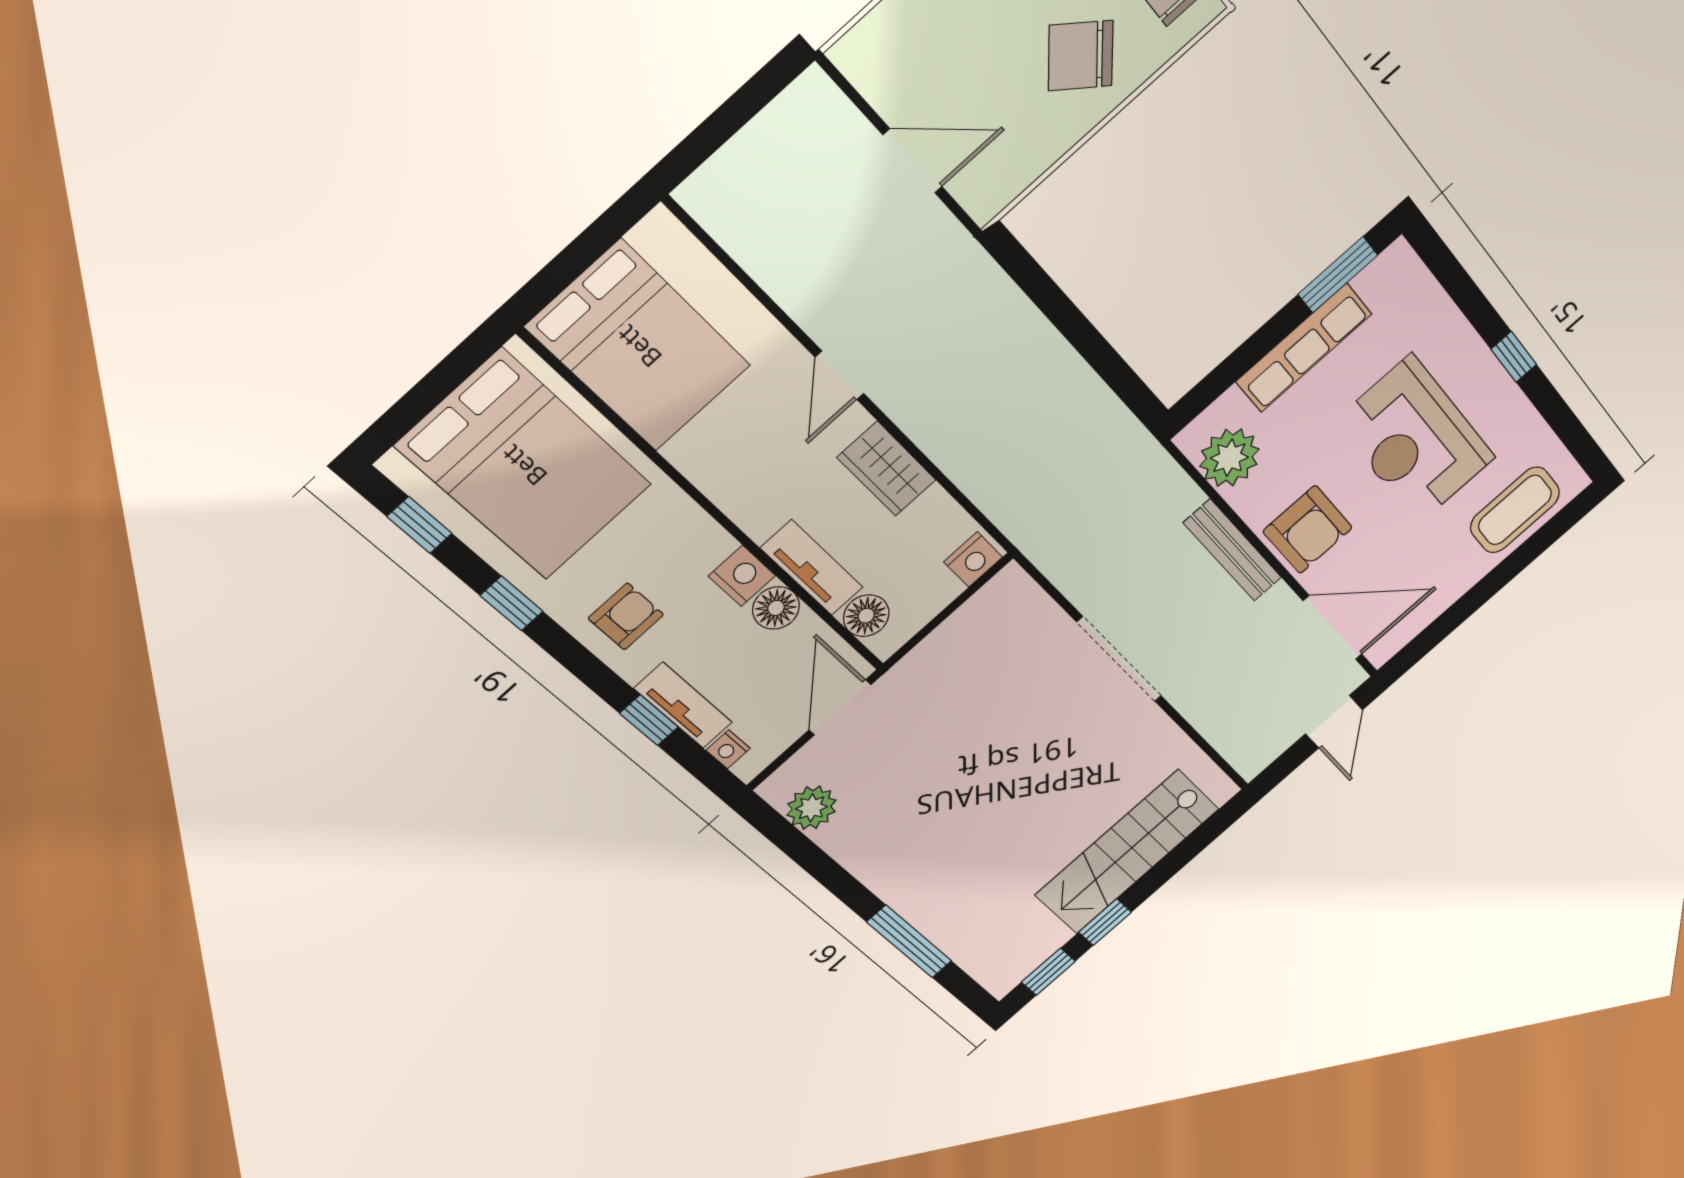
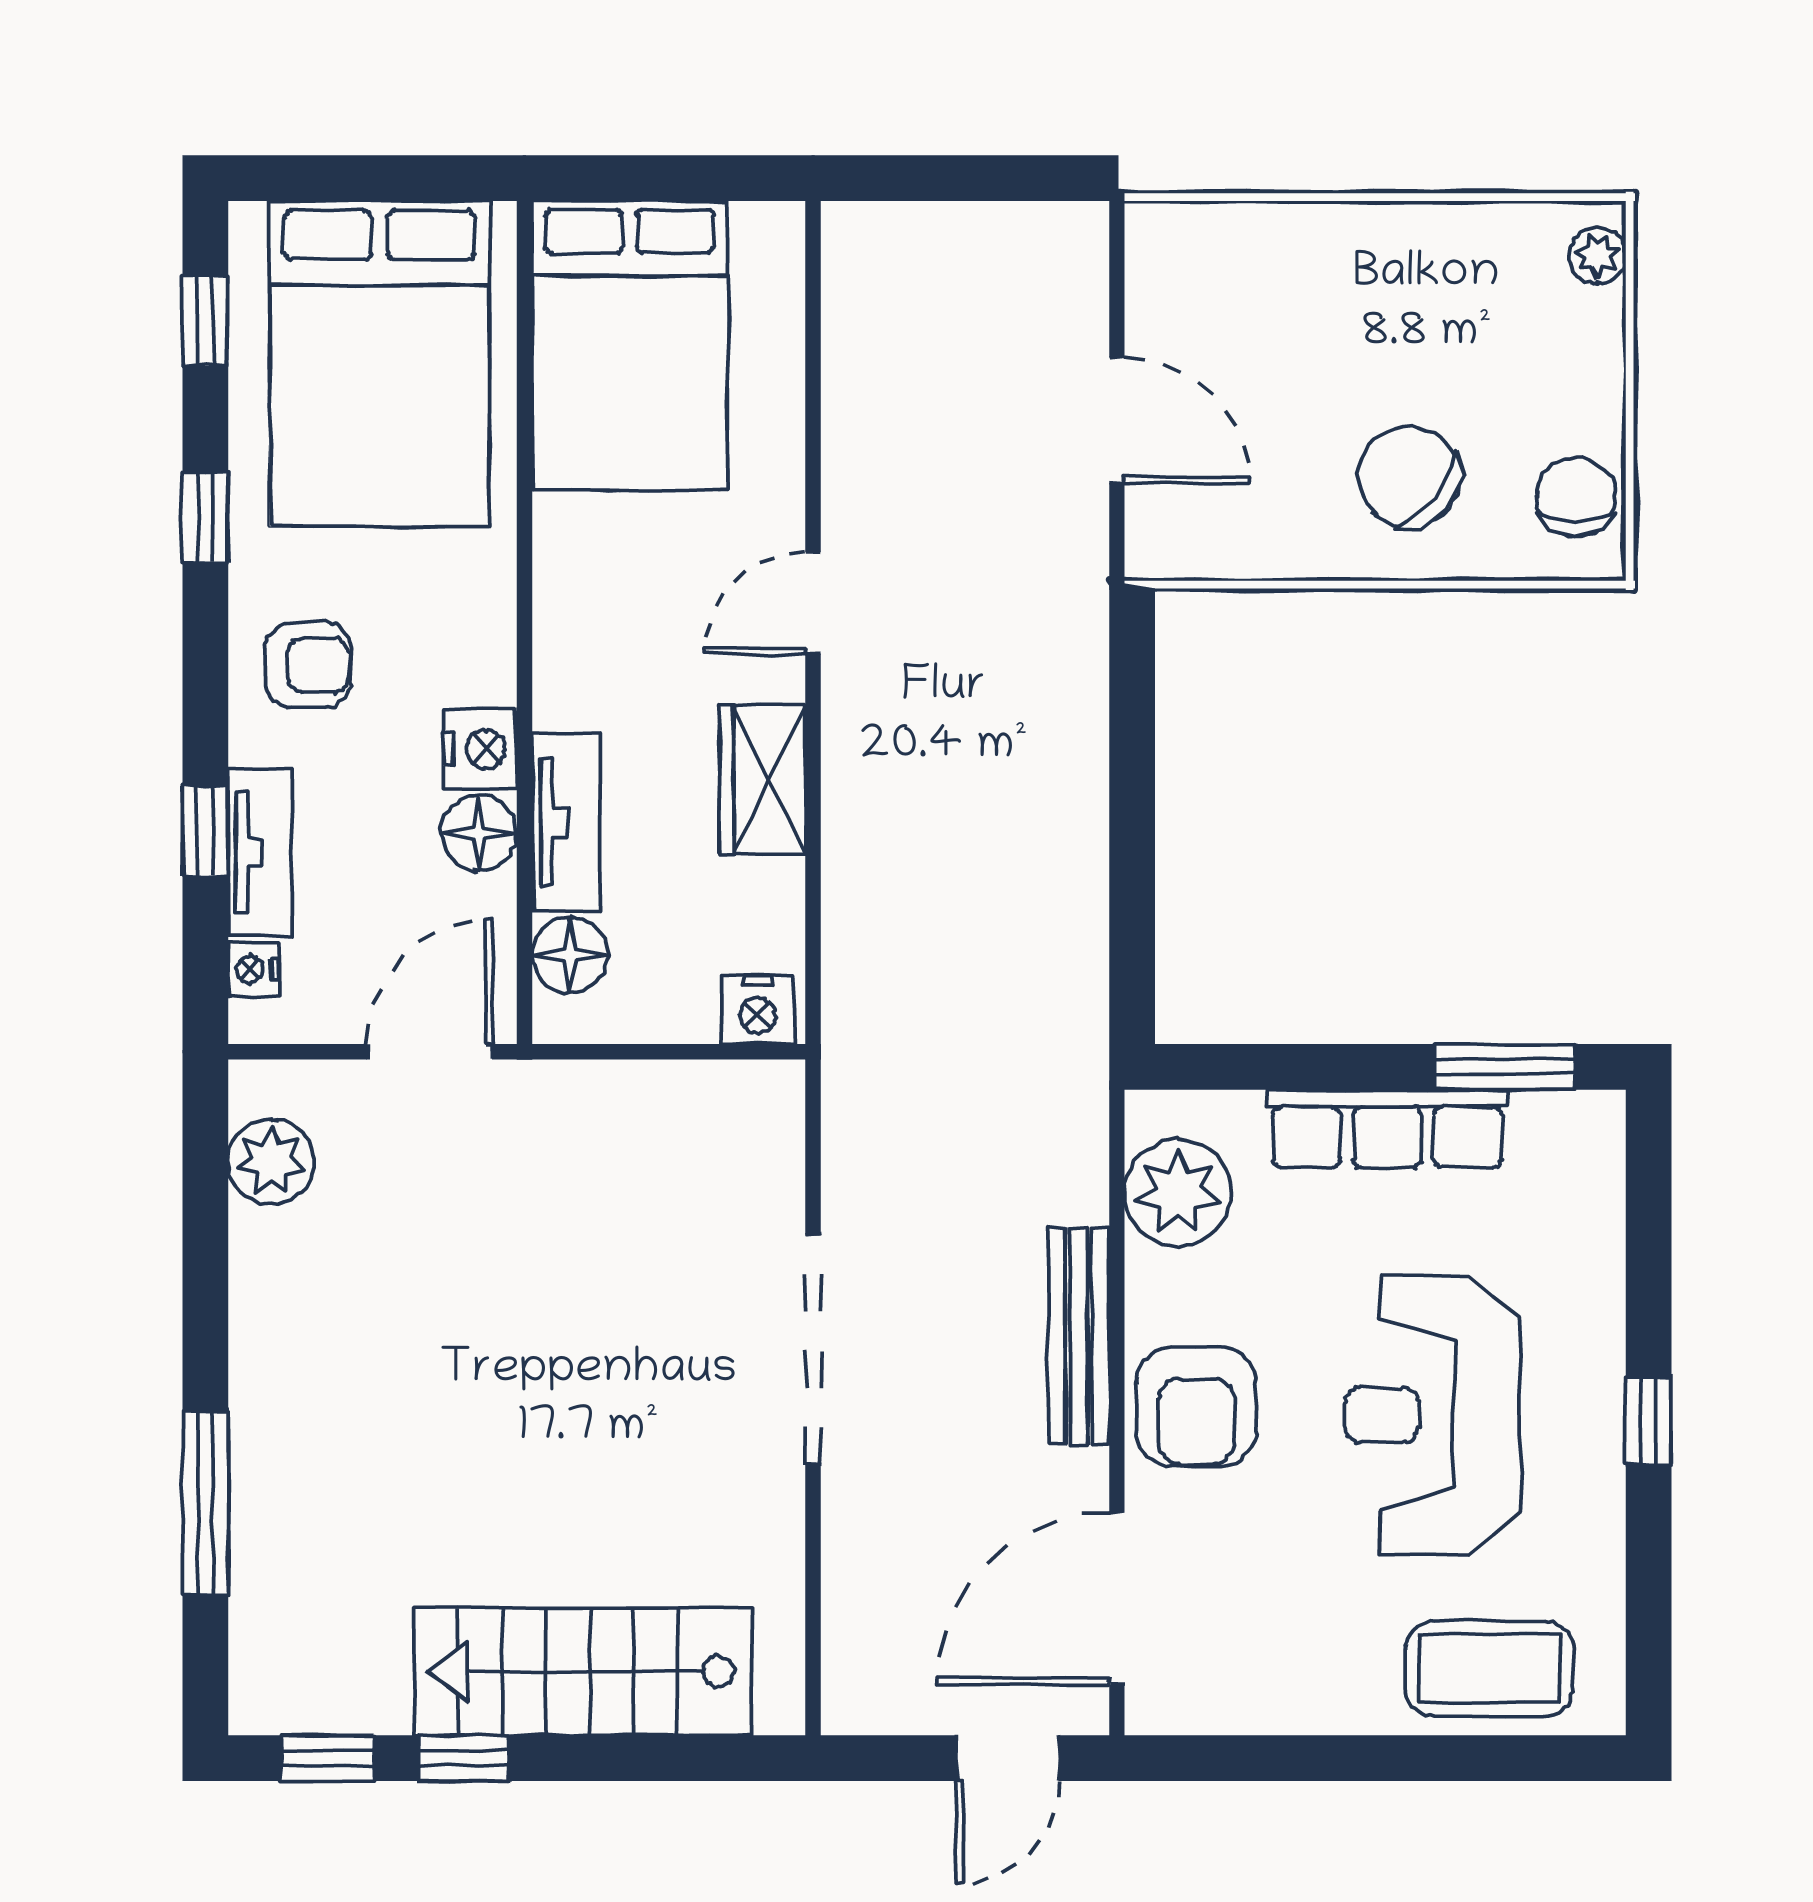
door: (1333, 628) -> (1117, 1599), swing flipped

